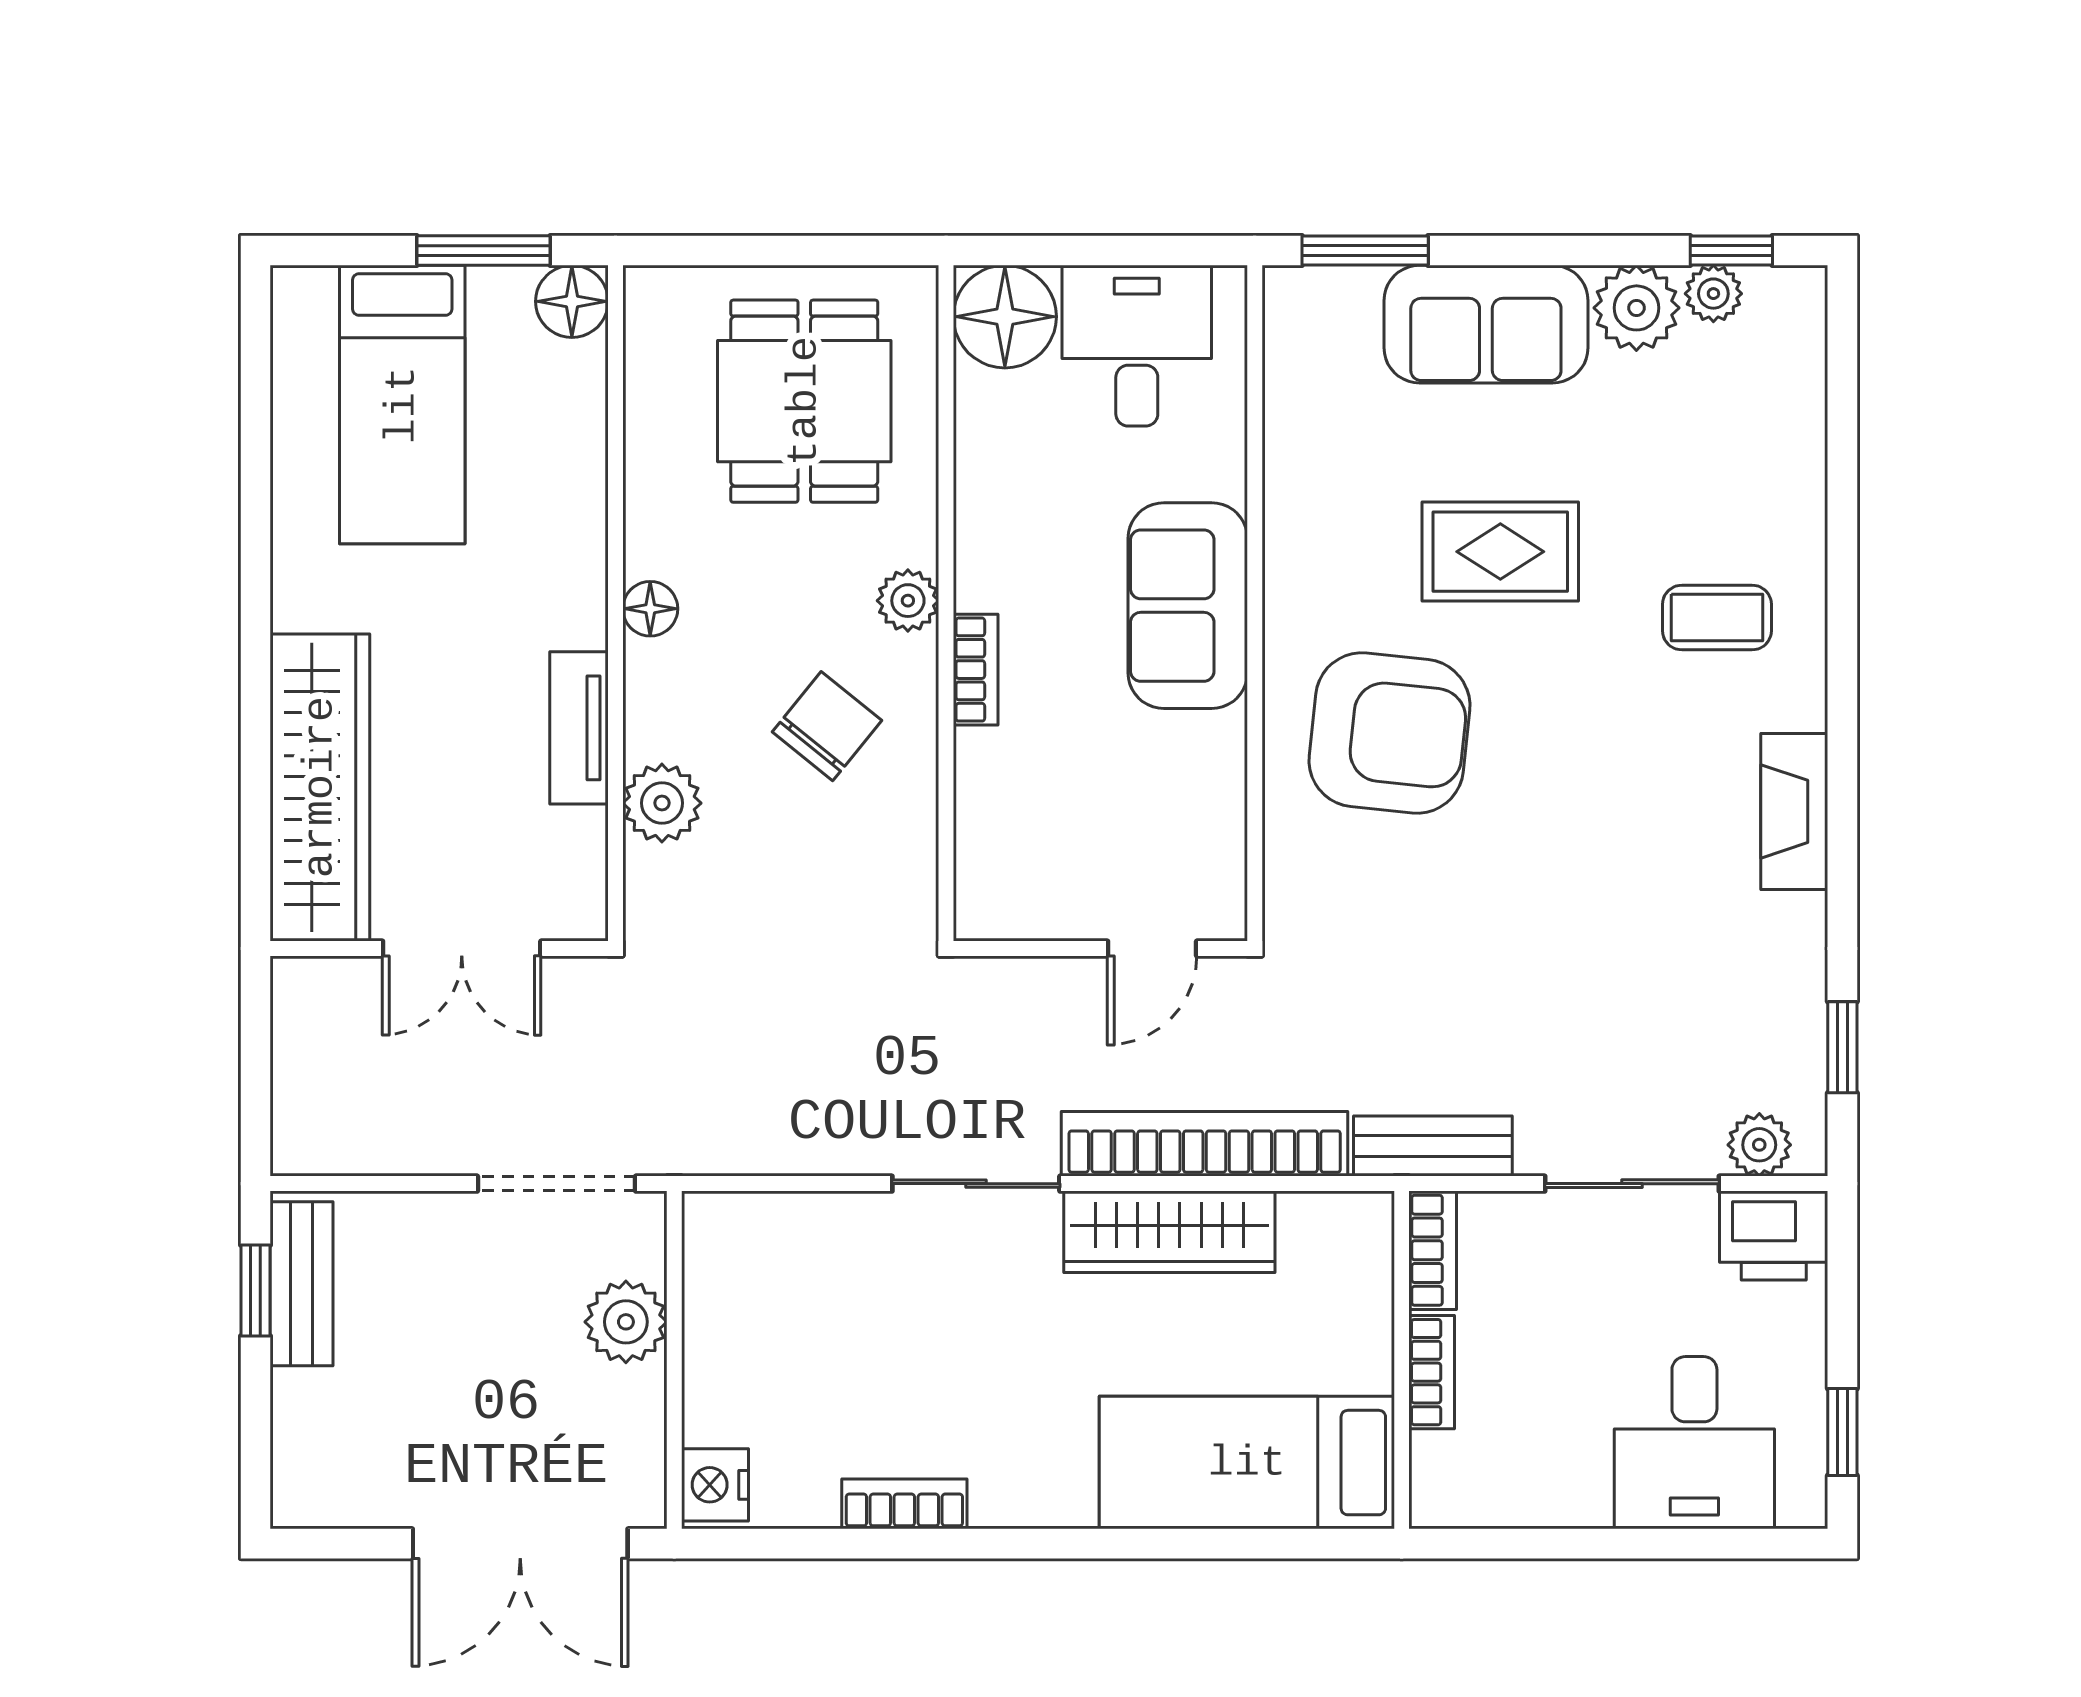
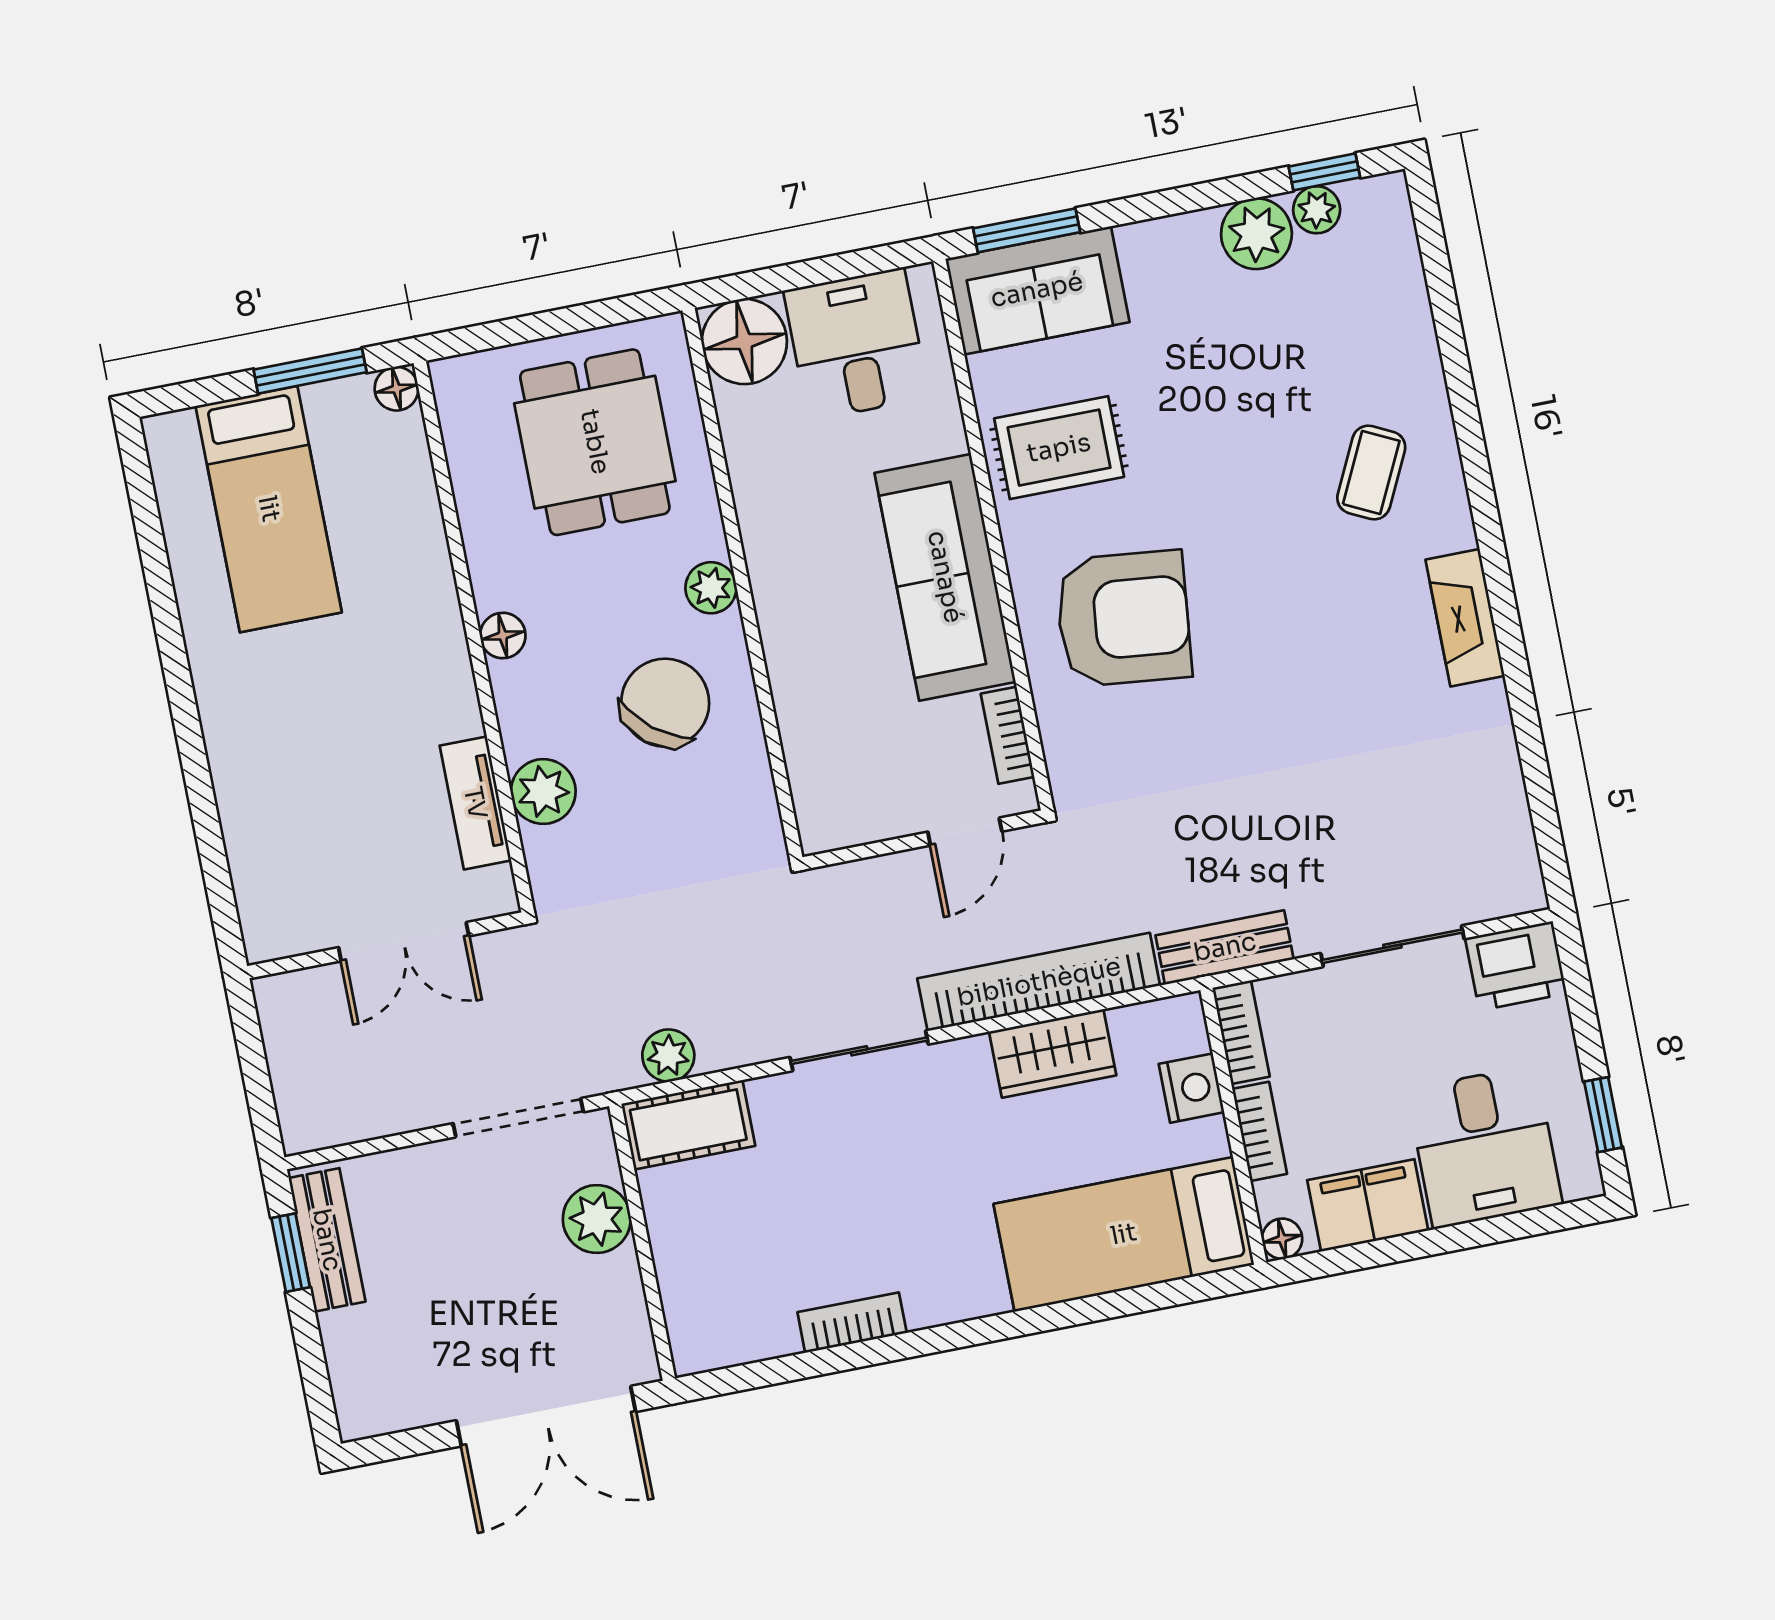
floor lamp: (572, 301) -> (397, 389), width x0.73, depth x0.73
sofa: (1486, 324) -> (1037, 290), moved
rug: (1500, 552) -> (1059, 448), moved
sofa: (1188, 606) -> (945, 577), width x1.36
coffee table: (1717, 618) -> (1371, 473), turned -64
bookcase: (976, 670) -> (1008, 735), moved, turned 180
chair: (827, 726) -> (665, 703), width x1.37, depth x1.37
tv unit: (579, 728) -> (475, 803), moved
wardrobe: (320, 787) -> (263, 833), removed
window: (1842, 1047) -> (1542, 802), removed
plant: (1759, 1145) -> (668, 1056), moved
cot: (756, 1232) -> (688, 1125), added
wardrobe: (1169, 1232) -> (1053, 1053), width x0.67
nightstand: (715, 1485) -> (1191, 1088), moved, turned 180
filing cabinet: (1543, 1485) -> (1368, 1205), added
floor lamp: (1433, 1505) -> (1282, 1239), added

